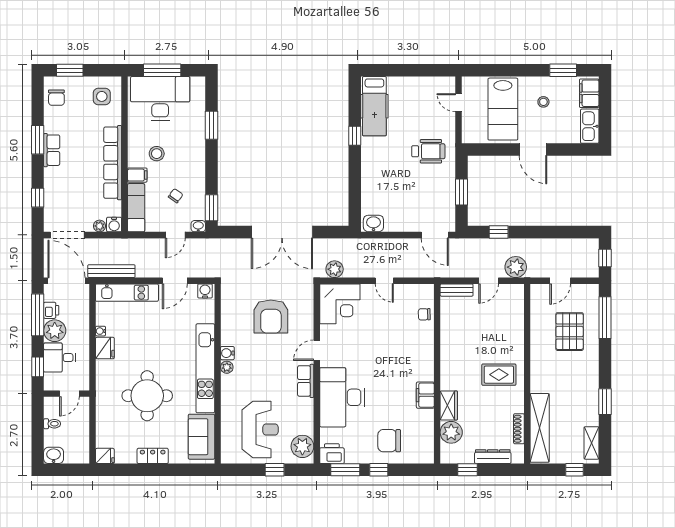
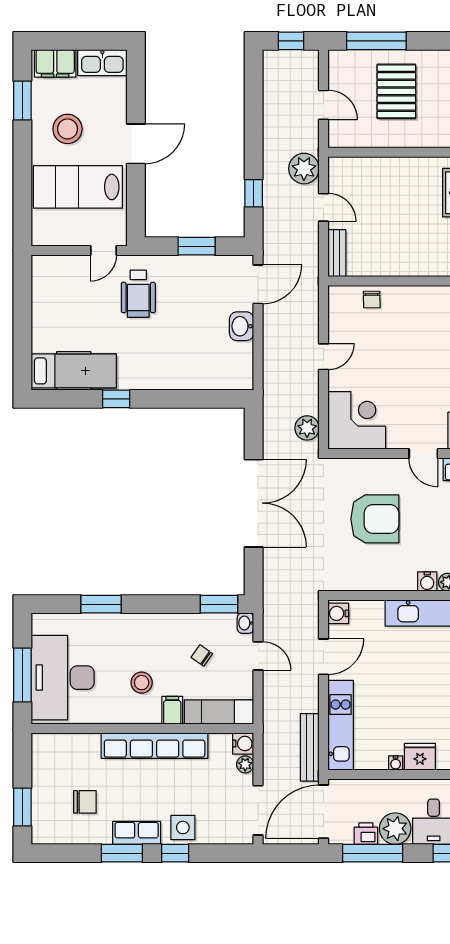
side table: (102, 96) -> (183, 827), moved
chair: (56, 98) -> (85, 802), moved
stool: (543, 102) -> (68, 129), width x1.89, depth x1.89
door: (459, 103) -> (103, 250), moved
lab bench: (503, 109) -> (78, 187), turned 180
wheelchair: (428, 151) -> (138, 294), turned 180
window: (38, 198) -> (175, 853), moved
washbasin: (373, 223) -> (242, 326), moved
door: (175, 281) -> (324, 657), hinge flipped
pallet: (570, 332) -> (396, 91), turned 90

